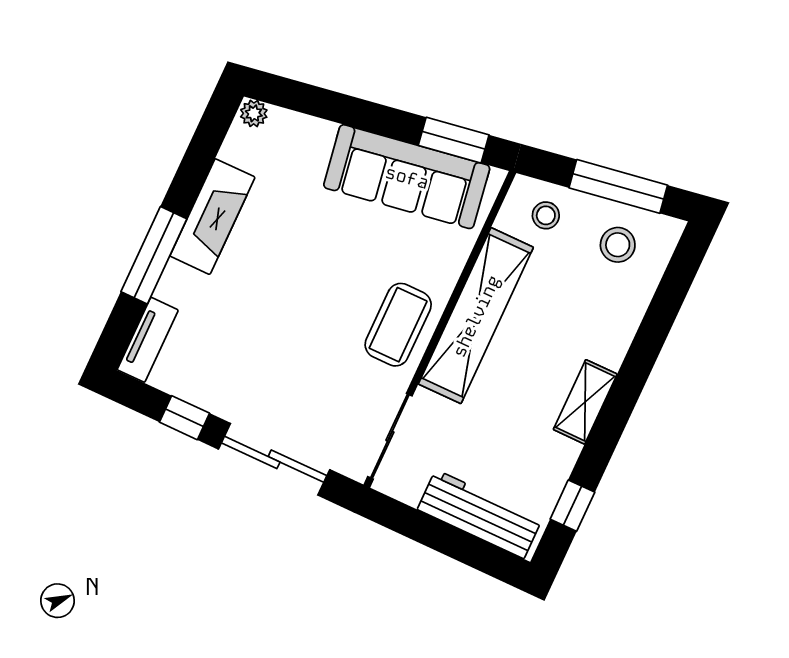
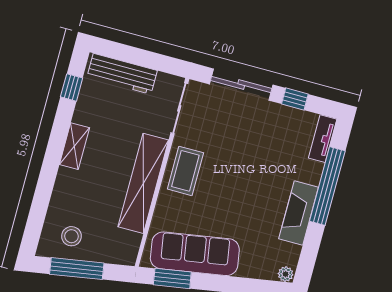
stool: (546, 215) -> (114, 246), removed
window: (154, 255) -> (327, 186), width x1.46

